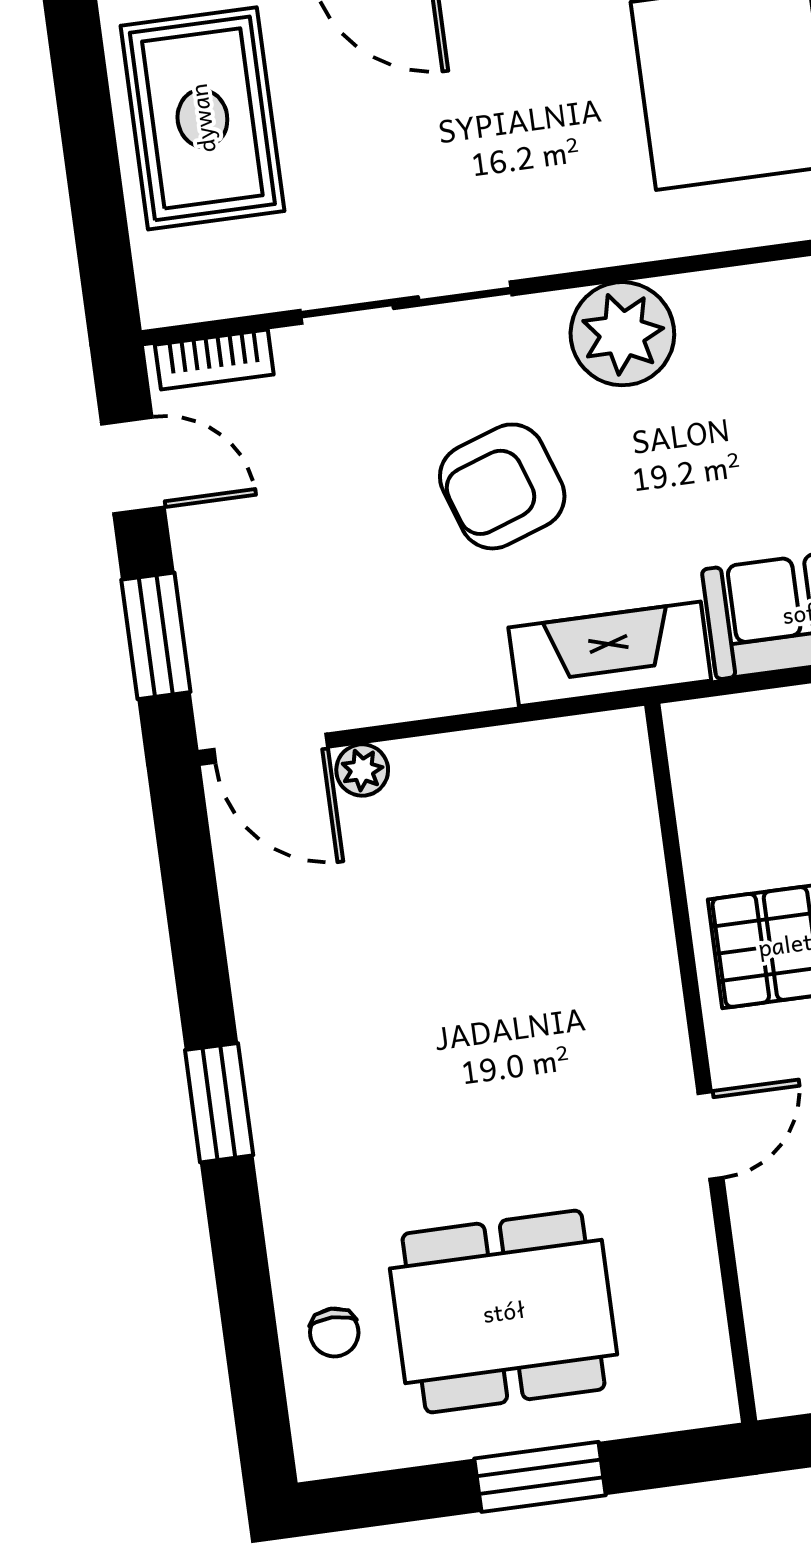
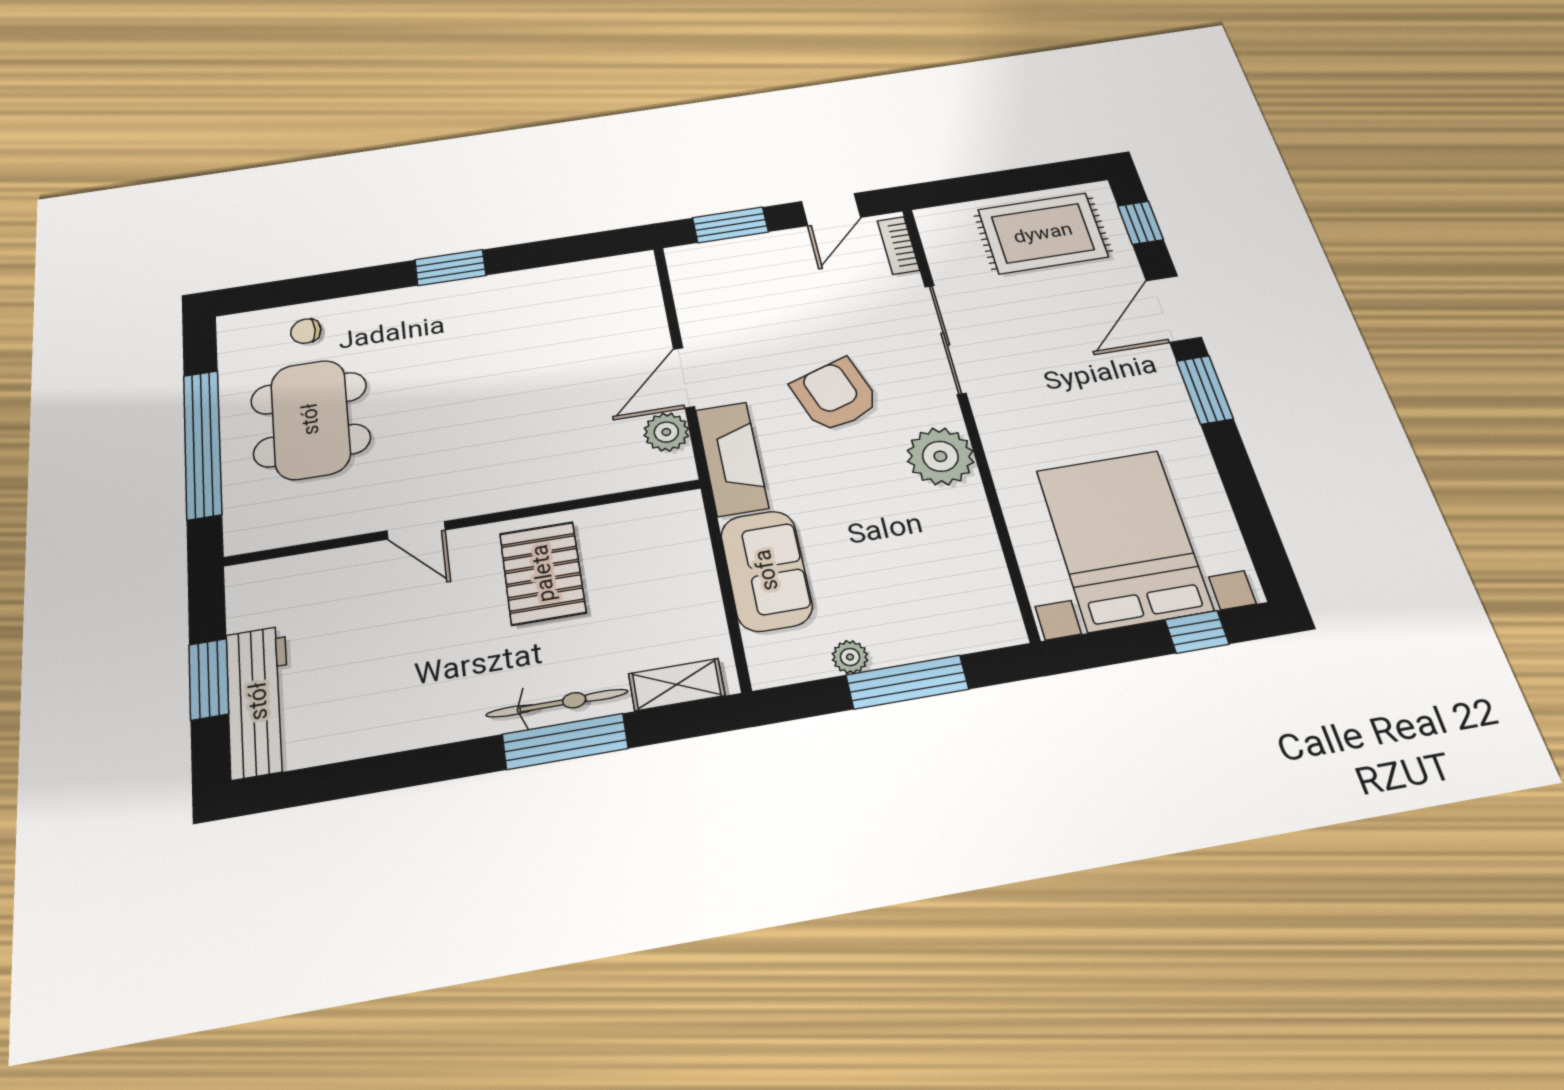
door: (271, 748) -> (684, 378), moved
plant: (362, 770) -> (666, 432), moved, width x1.38, depth x1.38
window: (540, 1477) -> (202, 444), width x2.11

